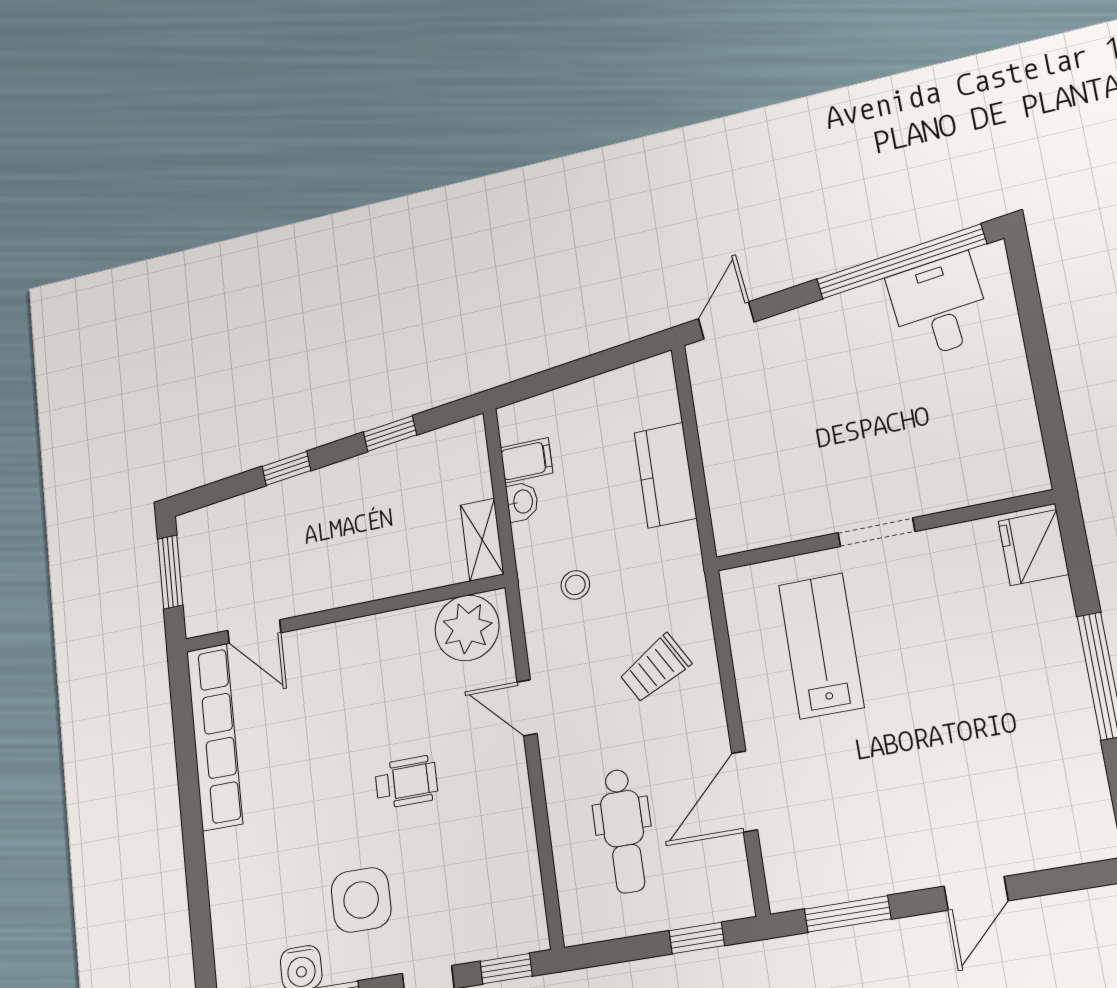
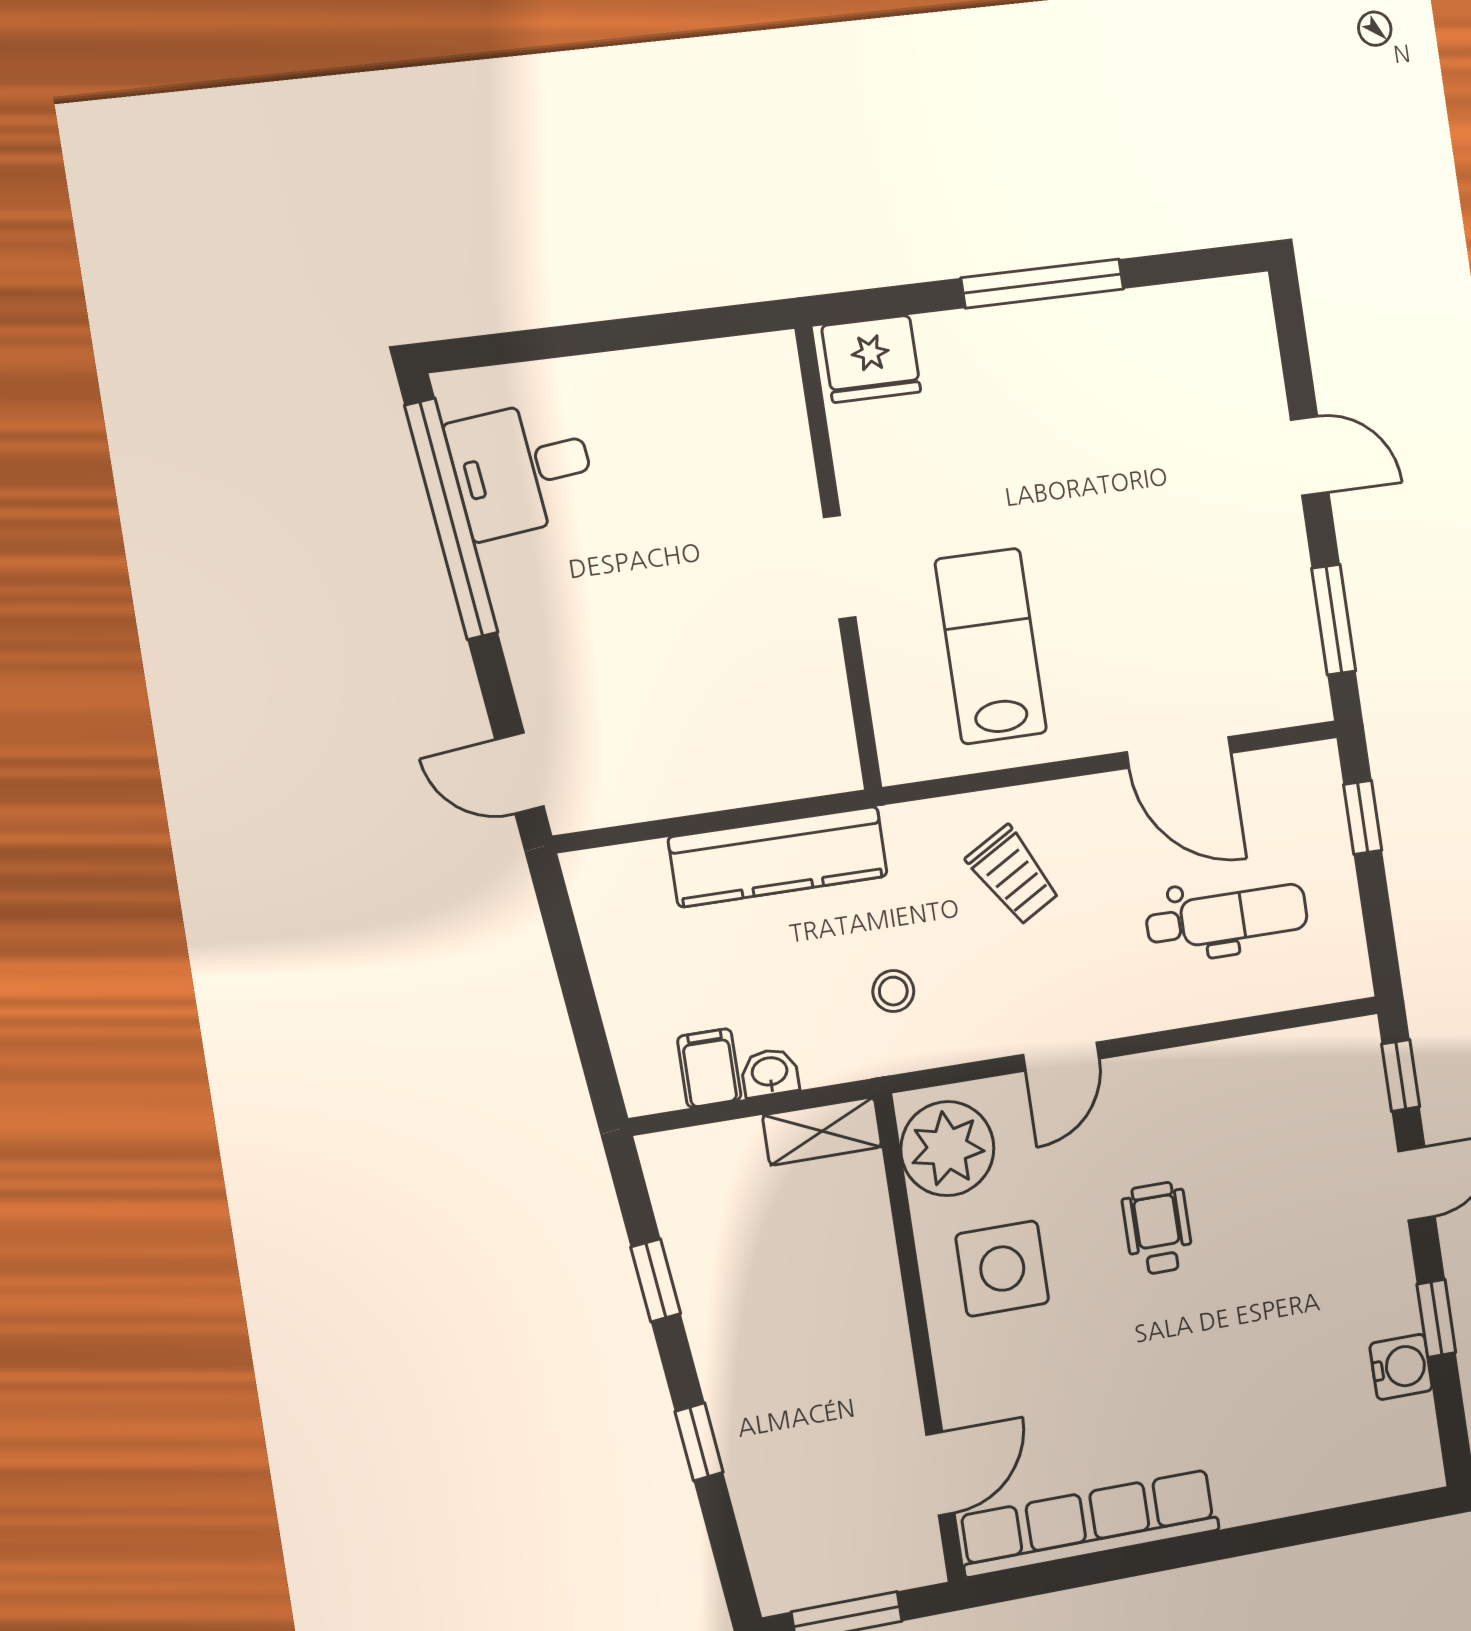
kitchen counter: (665, 475) -> (778, 857), width x1.50
lab bench: (821, 646) -> (991, 646), turned 90
side table: (361, 900) -> (1002, 1269), moved

